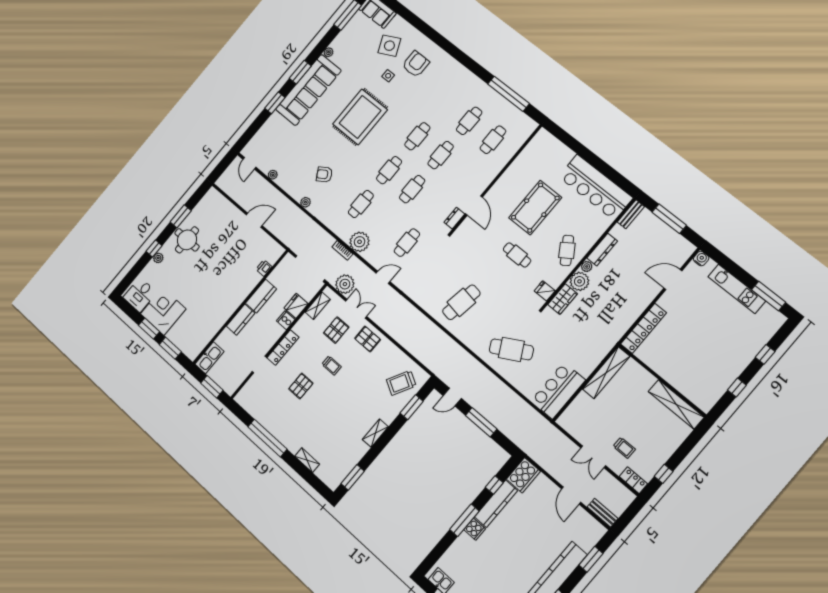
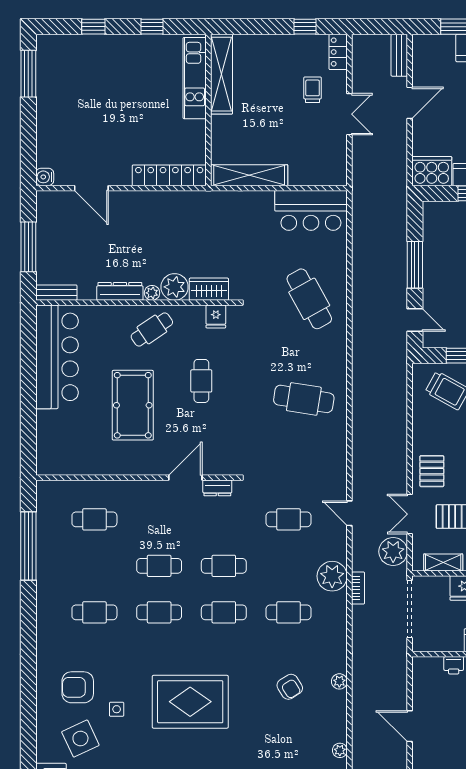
cafe table: (469, 121) -> (94, 612), moved
pool table: (535, 208) -> (133, 405), turned 90
kitchen unit: (737, 289) -> (195, 78), moved, turned 180

